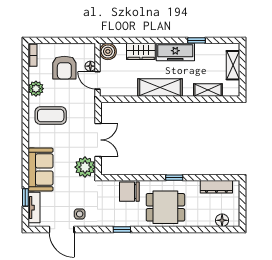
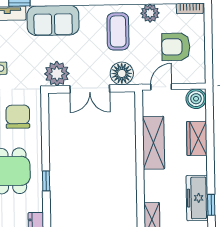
freezer: (175, 52) -> (197, 198), moved
floor lamp: (90, 66) -> (122, 73), moved, width x1.89, depth x1.89
shelving: (160, 88) -> (153, 143), moved
chair: (129, 192) -> (18, 117), moved

